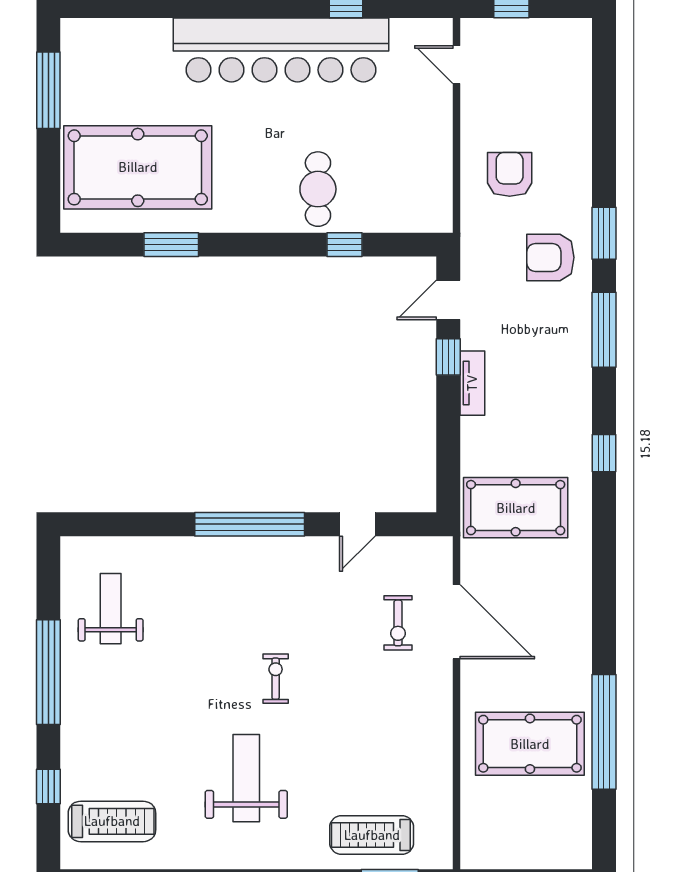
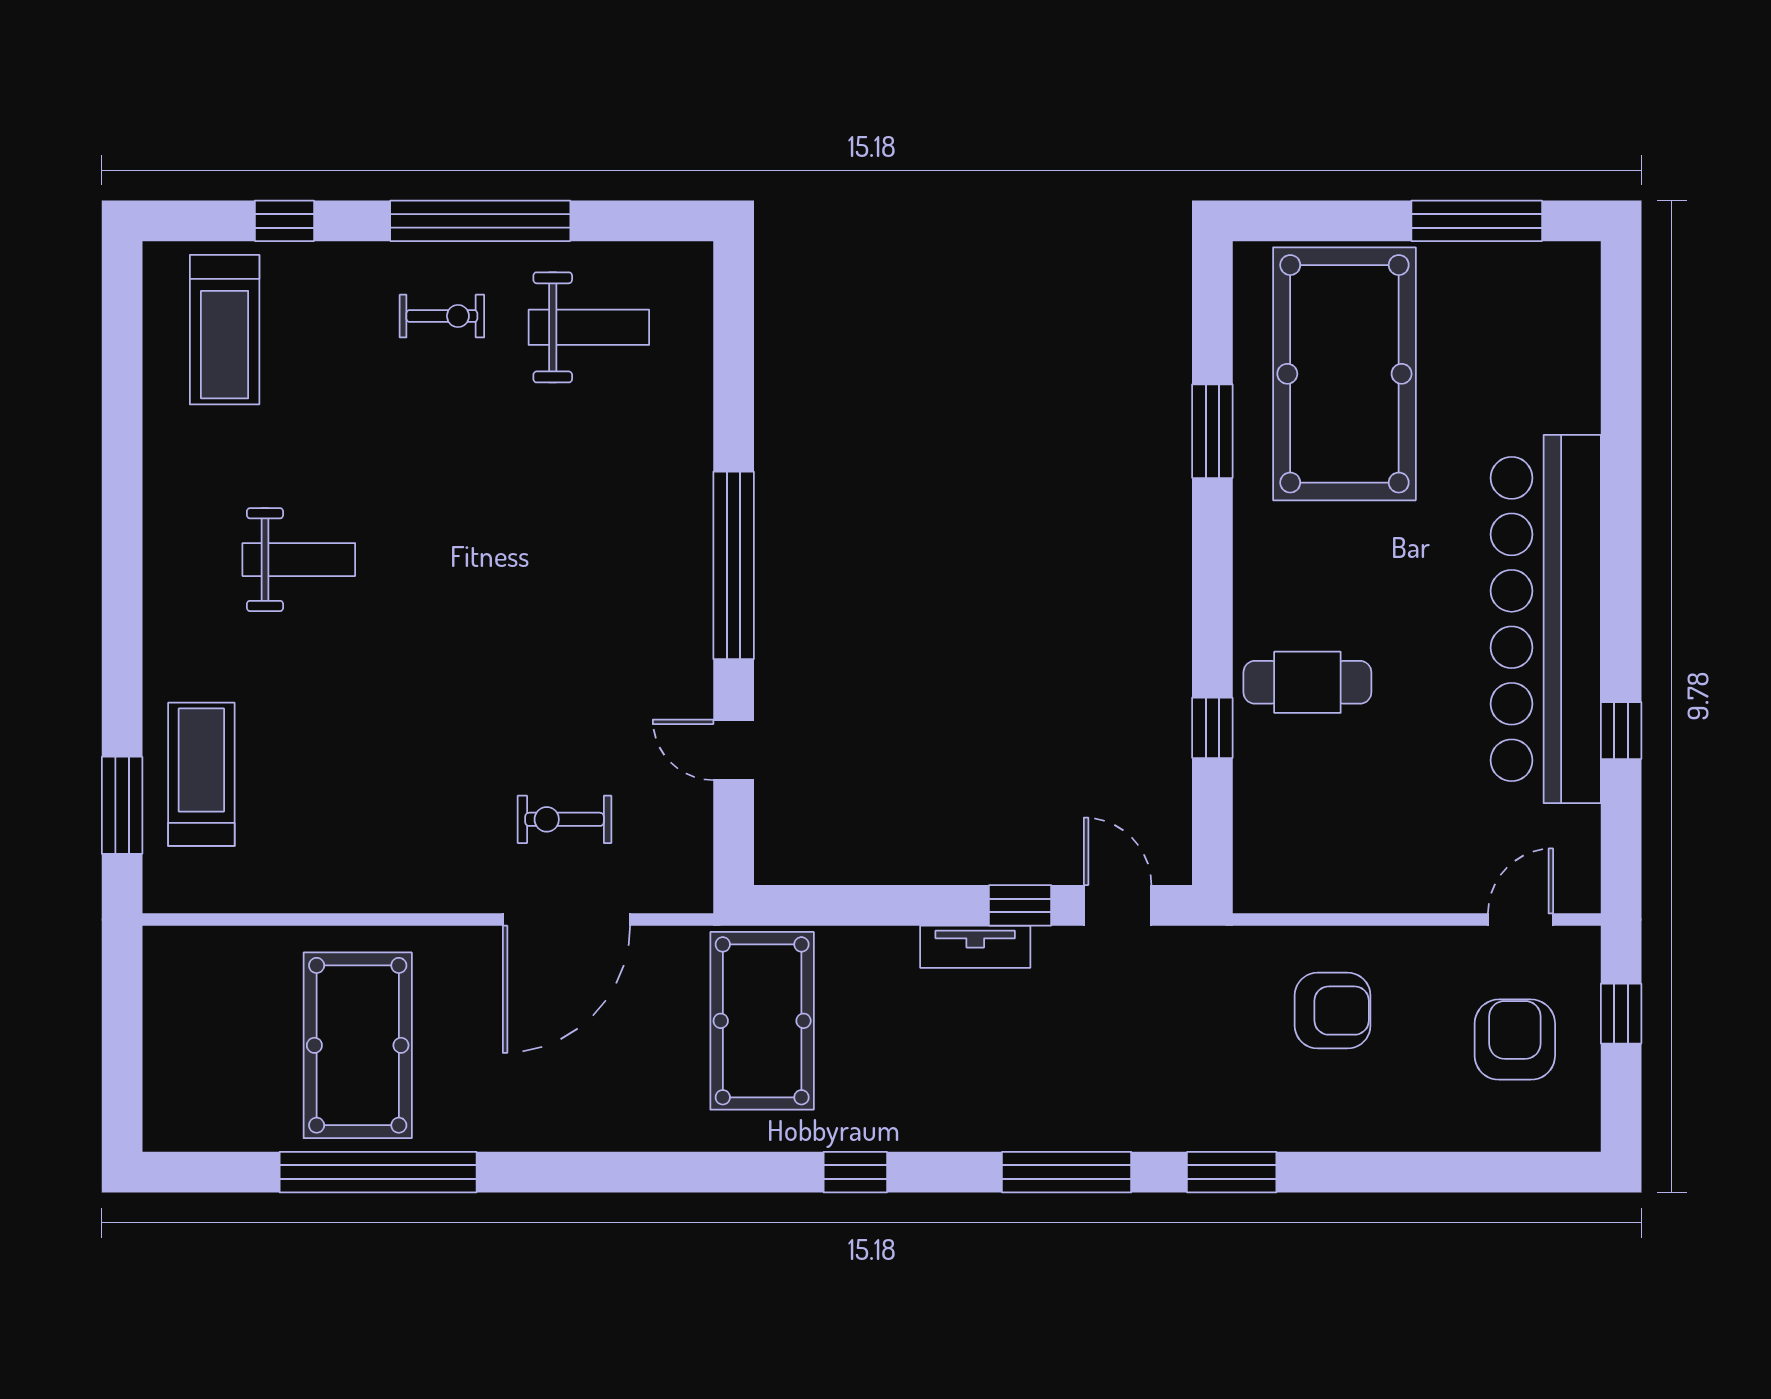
armchair: (550, 257) -> (1515, 1040), moved
exercise bike: (276, 679) -> (442, 316), moved
weight bench: (246, 778) -> (299, 560), width x0.73, depth x0.75

